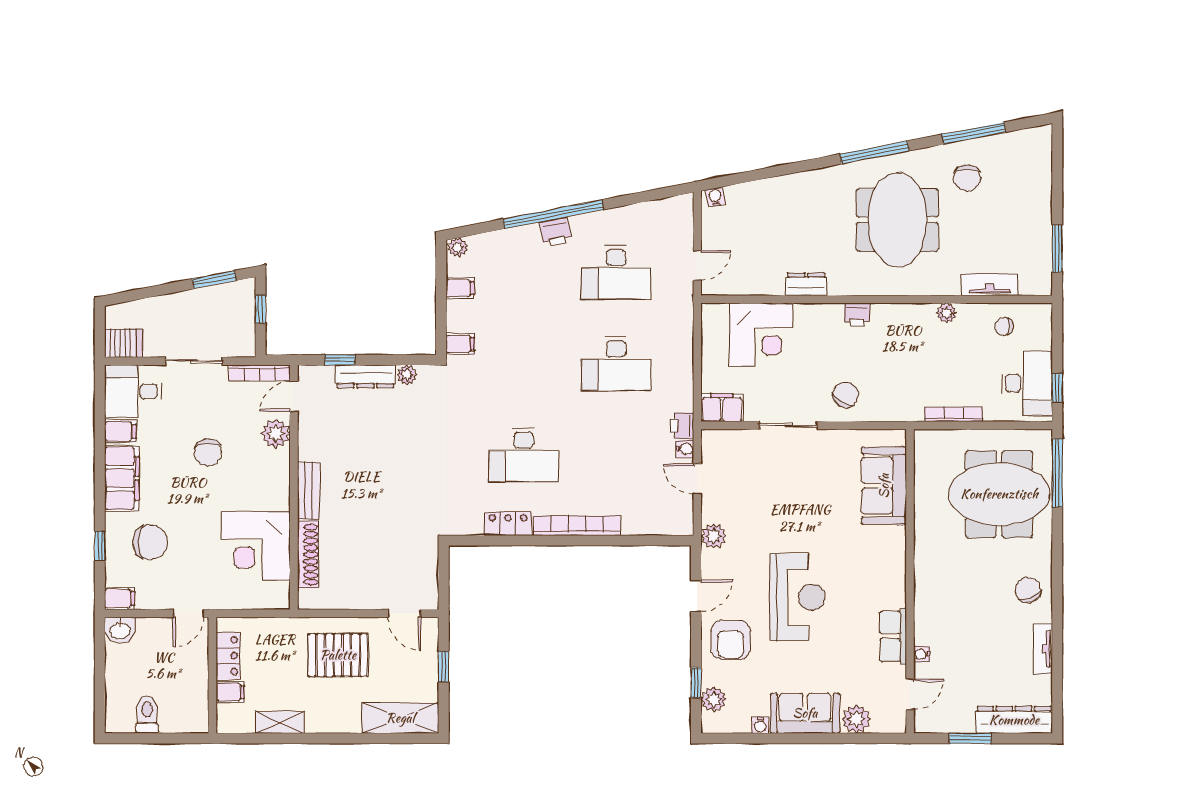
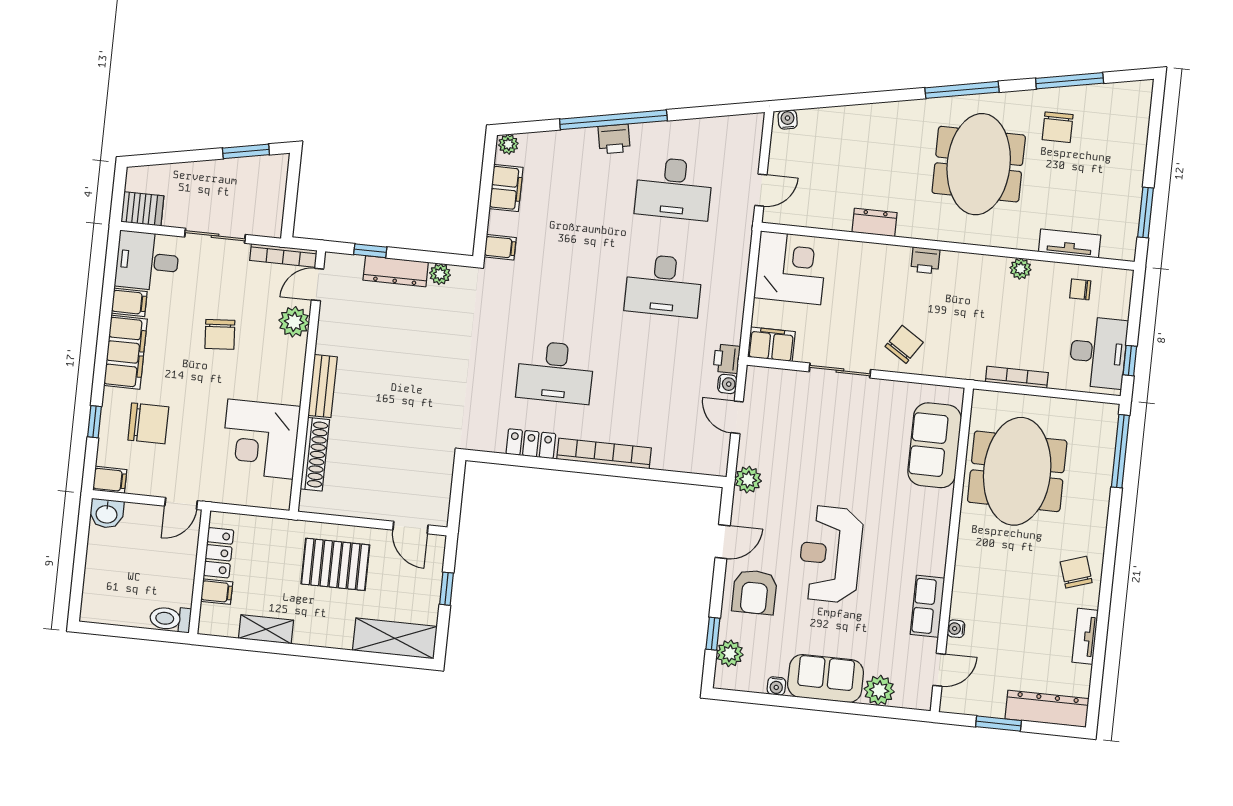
filing cabinet: (460, 288) -> (506, 188), width x2.00
window: (261, 309) -> (292, 188), removed
corner desk: (761, 335) -> (791, 268), moved, turned -90
meeting table: (999, 494) -> (1017, 471), moved, turned 90
reception desk: (797, 597) -> (830, 554), turned 180
toilet: (147, 715) -> (170, 619), moved, turned -90

